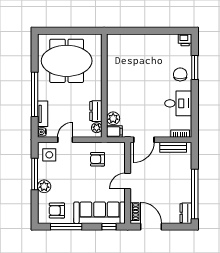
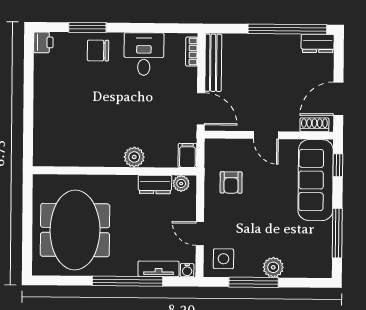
plant: (113, 118) -> (134, 157), moved
bench: (173, 147) -> (213, 63), width x1.36
armchair: (57, 210) -> (312, 247), removed

